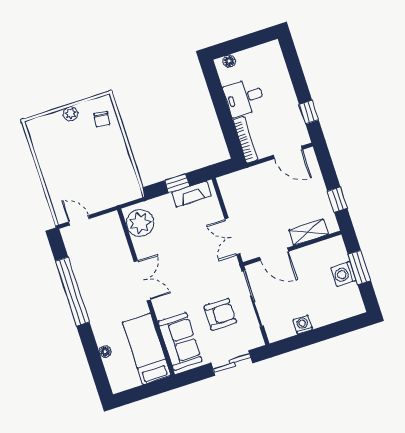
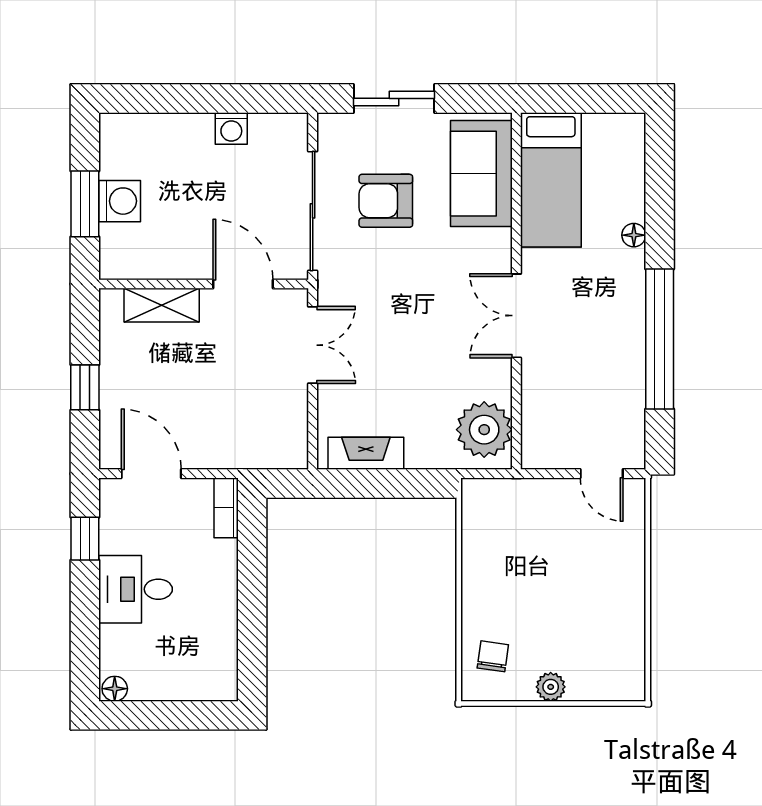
floor lamp: (229, 61) -> (115, 689), moved
desk: (244, 97) -> (136, 589), moved, turned 180
bookcase: (245, 140) -> (226, 508), width x0.64
window: (177, 183) -> (386, 484), removed
window: (337, 200) -> (85, 387), moved
floor lamp: (105, 352) -> (634, 235), moved

